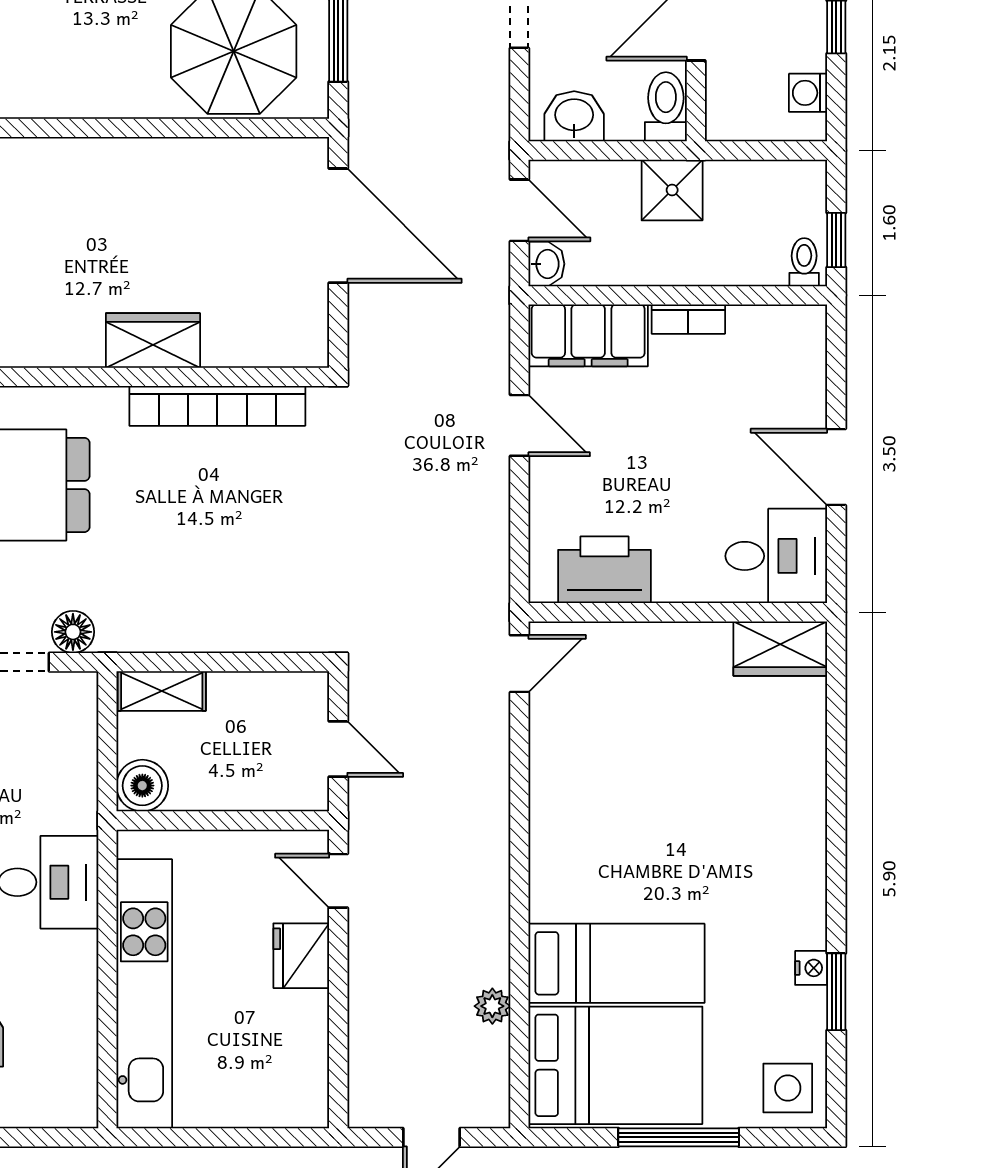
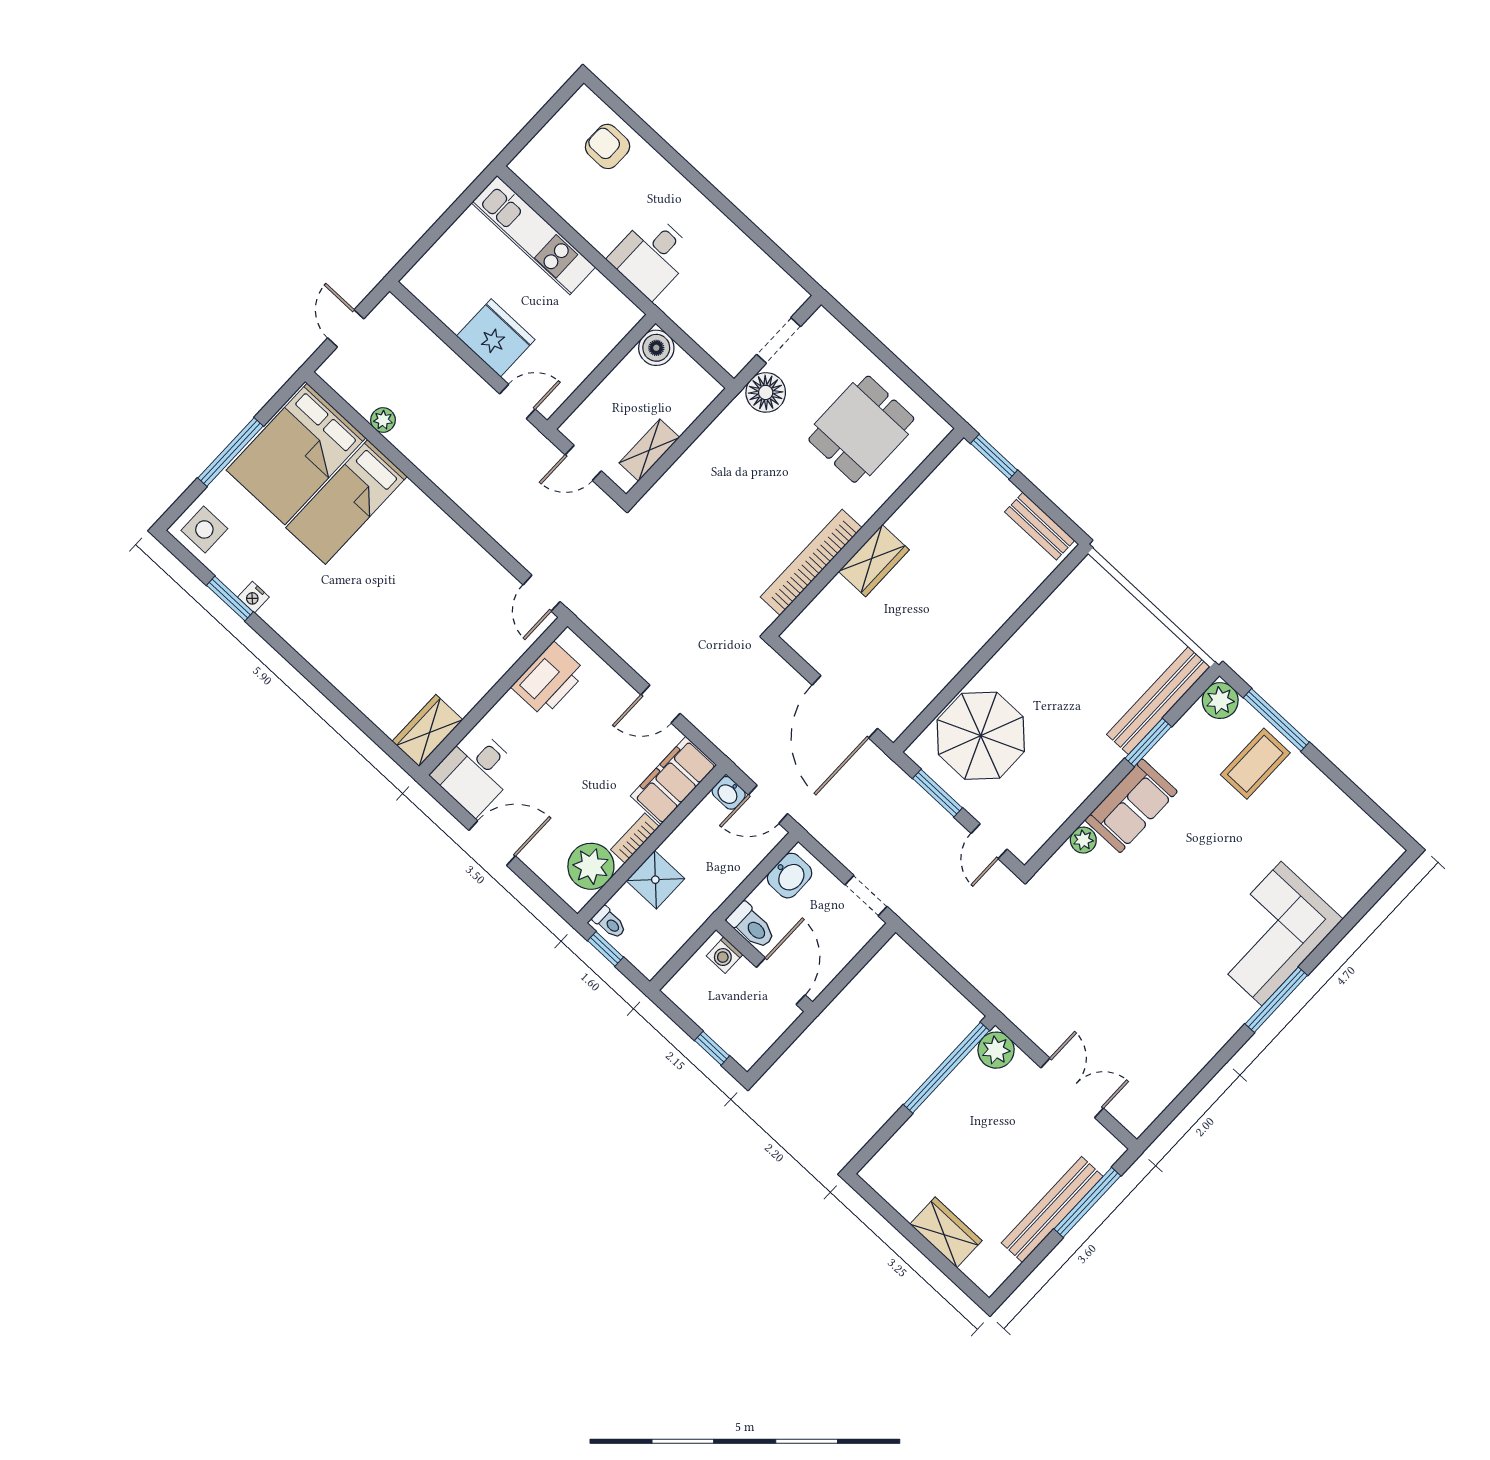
washing machine: (808, 93) -> (725, 955), moved, turned 180
shower: (672, 190) -> (655, 880), moved
door: (338, 226) -> (845, 707), hinge flipped
plant: (762, 338) -> (591, 866), added
floor lamp: (73, 632) -> (766, 392), width x1.38, depth x1.38
shelving: (162, 691) -> (649, 450), moved
fridge: (301, 956) -> (496, 338), width x1.36, depth x1.34
kitchen unit: (144, 994) -> (533, 235), width x0.73

